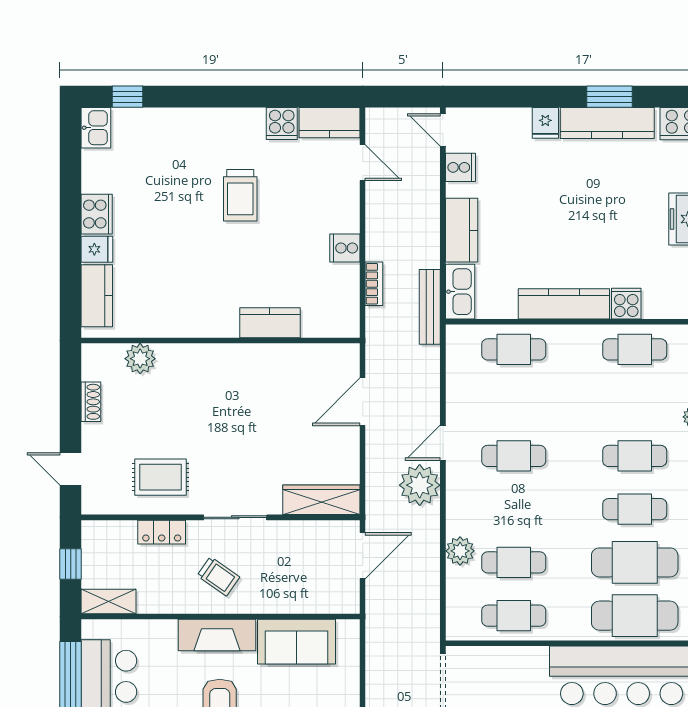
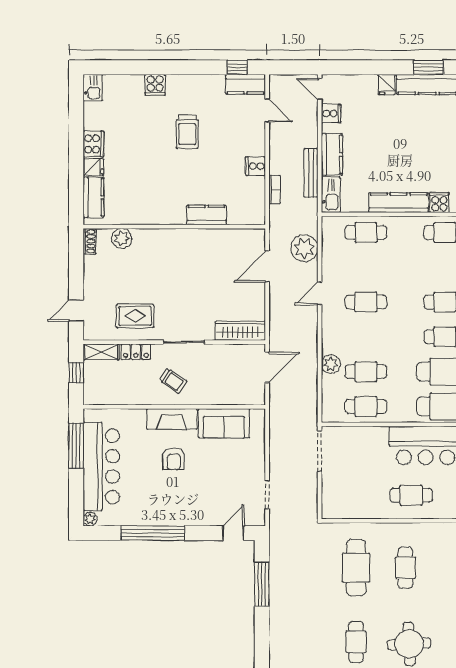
window: (127, 97) -> (237, 67), moved
cooker: (282, 124) -> (155, 85), moved
bench: (430, 307) -> (311, 173), moved
shoe rack: (91, 402) -> (90, 241), moved
door: (71, 469) -> (76, 311), hinge flipped
plant: (420, 485) -> (304, 248), moved
shelving: (109, 602) -> (101, 352), moved

